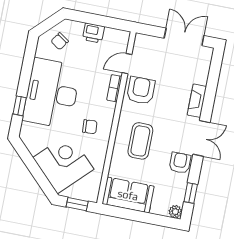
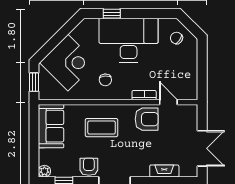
printer: (93, 33) -> (190, 67), removed
fireplace: (197, 101) -> (164, 171), moved
armchair: (180, 163) -> (89, 167), turned -90

